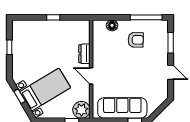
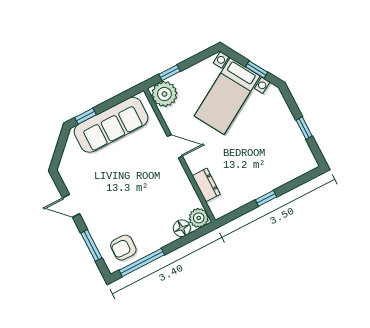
plant: (99, 26) -> (199, 218), added
armchair: (136, 40) -> (123, 248), moved
dresser: (84, 54) -> (206, 185), moved

